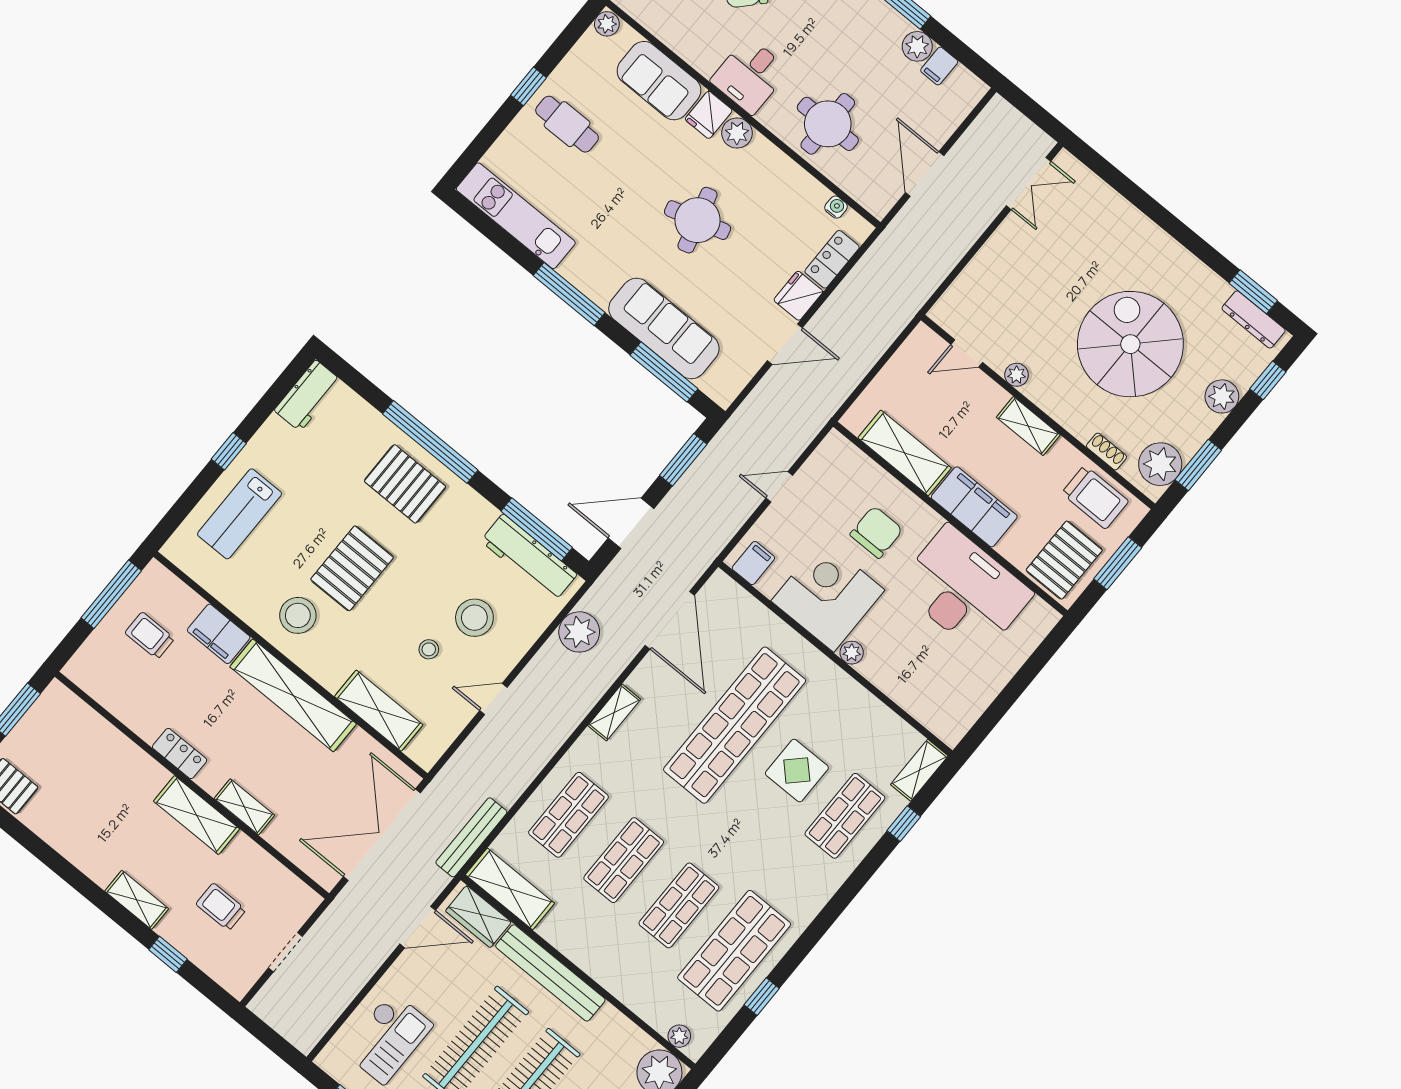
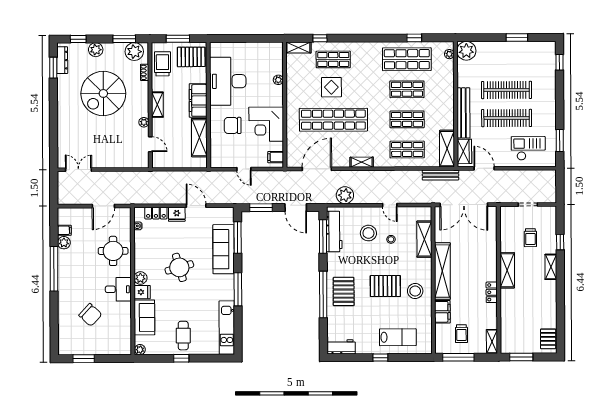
plant: (852, 653) -> (278, 80), moved
shelving: (244, 807) -> (492, 341), moved

